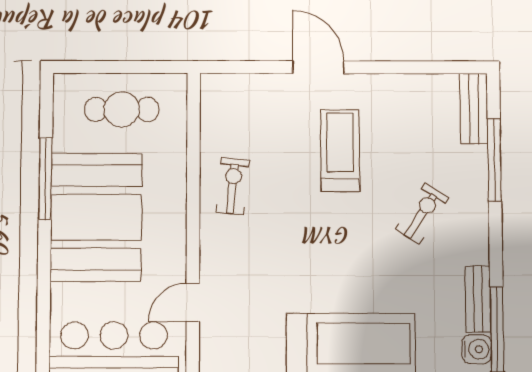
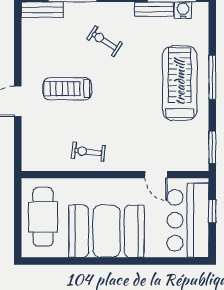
cafe table: (122, 109) -> (43, 217), width x1.37, depth x1.35
window: (45, 179) -> (84, 261), removed

